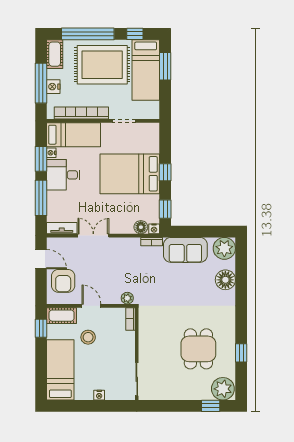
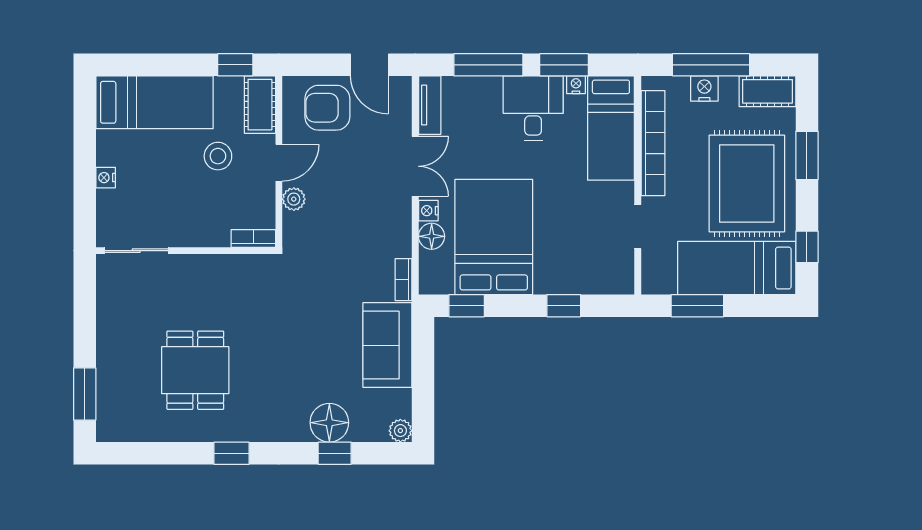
window: (88, 34) -> (807, 155), width x0.47
window: (165, 66) -> (697, 306), moved
window: (165, 172) -> (564, 306), moved
bed: (130, 174) -> (494, 237), moved
floor lamp: (141, 227) -> (432, 236), moved
nightstand: (154, 229) -> (428, 211), moved
plant: (224, 248) -> (400, 431), width x0.53, depth x0.53
door: (41, 259) -> (369, 65), hinge flipped
window: (241, 277) -> (335, 453), added
plant: (127, 298) -> (294, 199), moved
dining table: (198, 349) -> (195, 370), turned 90
window: (241, 353) -> (232, 453), moved
plant: (223, 389) -> (118, 418), removed
window: (211, 406) -> (85, 394), width x1.50

